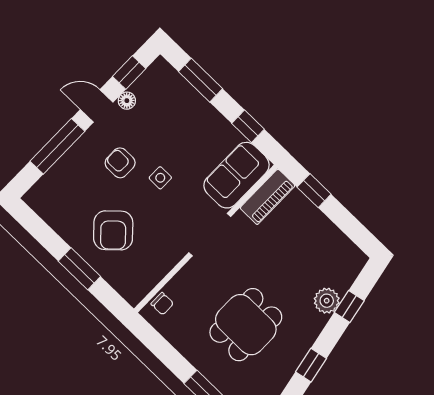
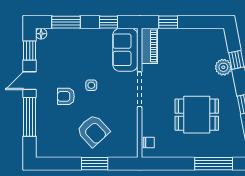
floor lamp: (127, 101) -> (41, 34), moved
dining table: (246, 325) -> (197, 115), turned 90

